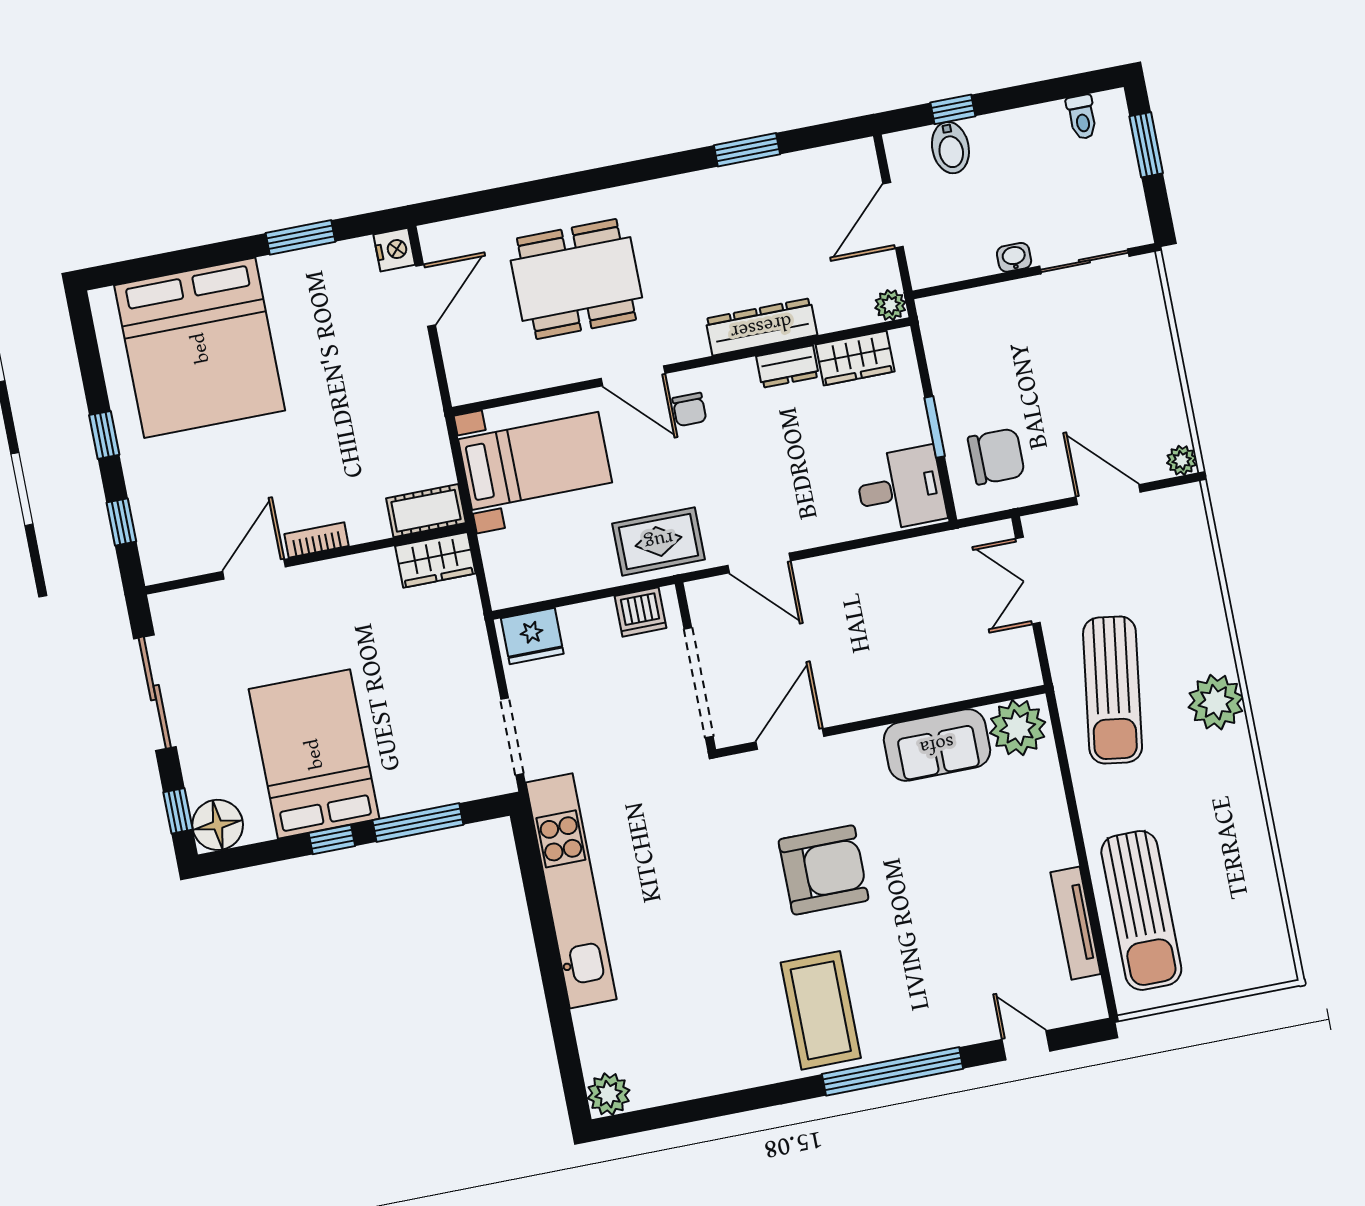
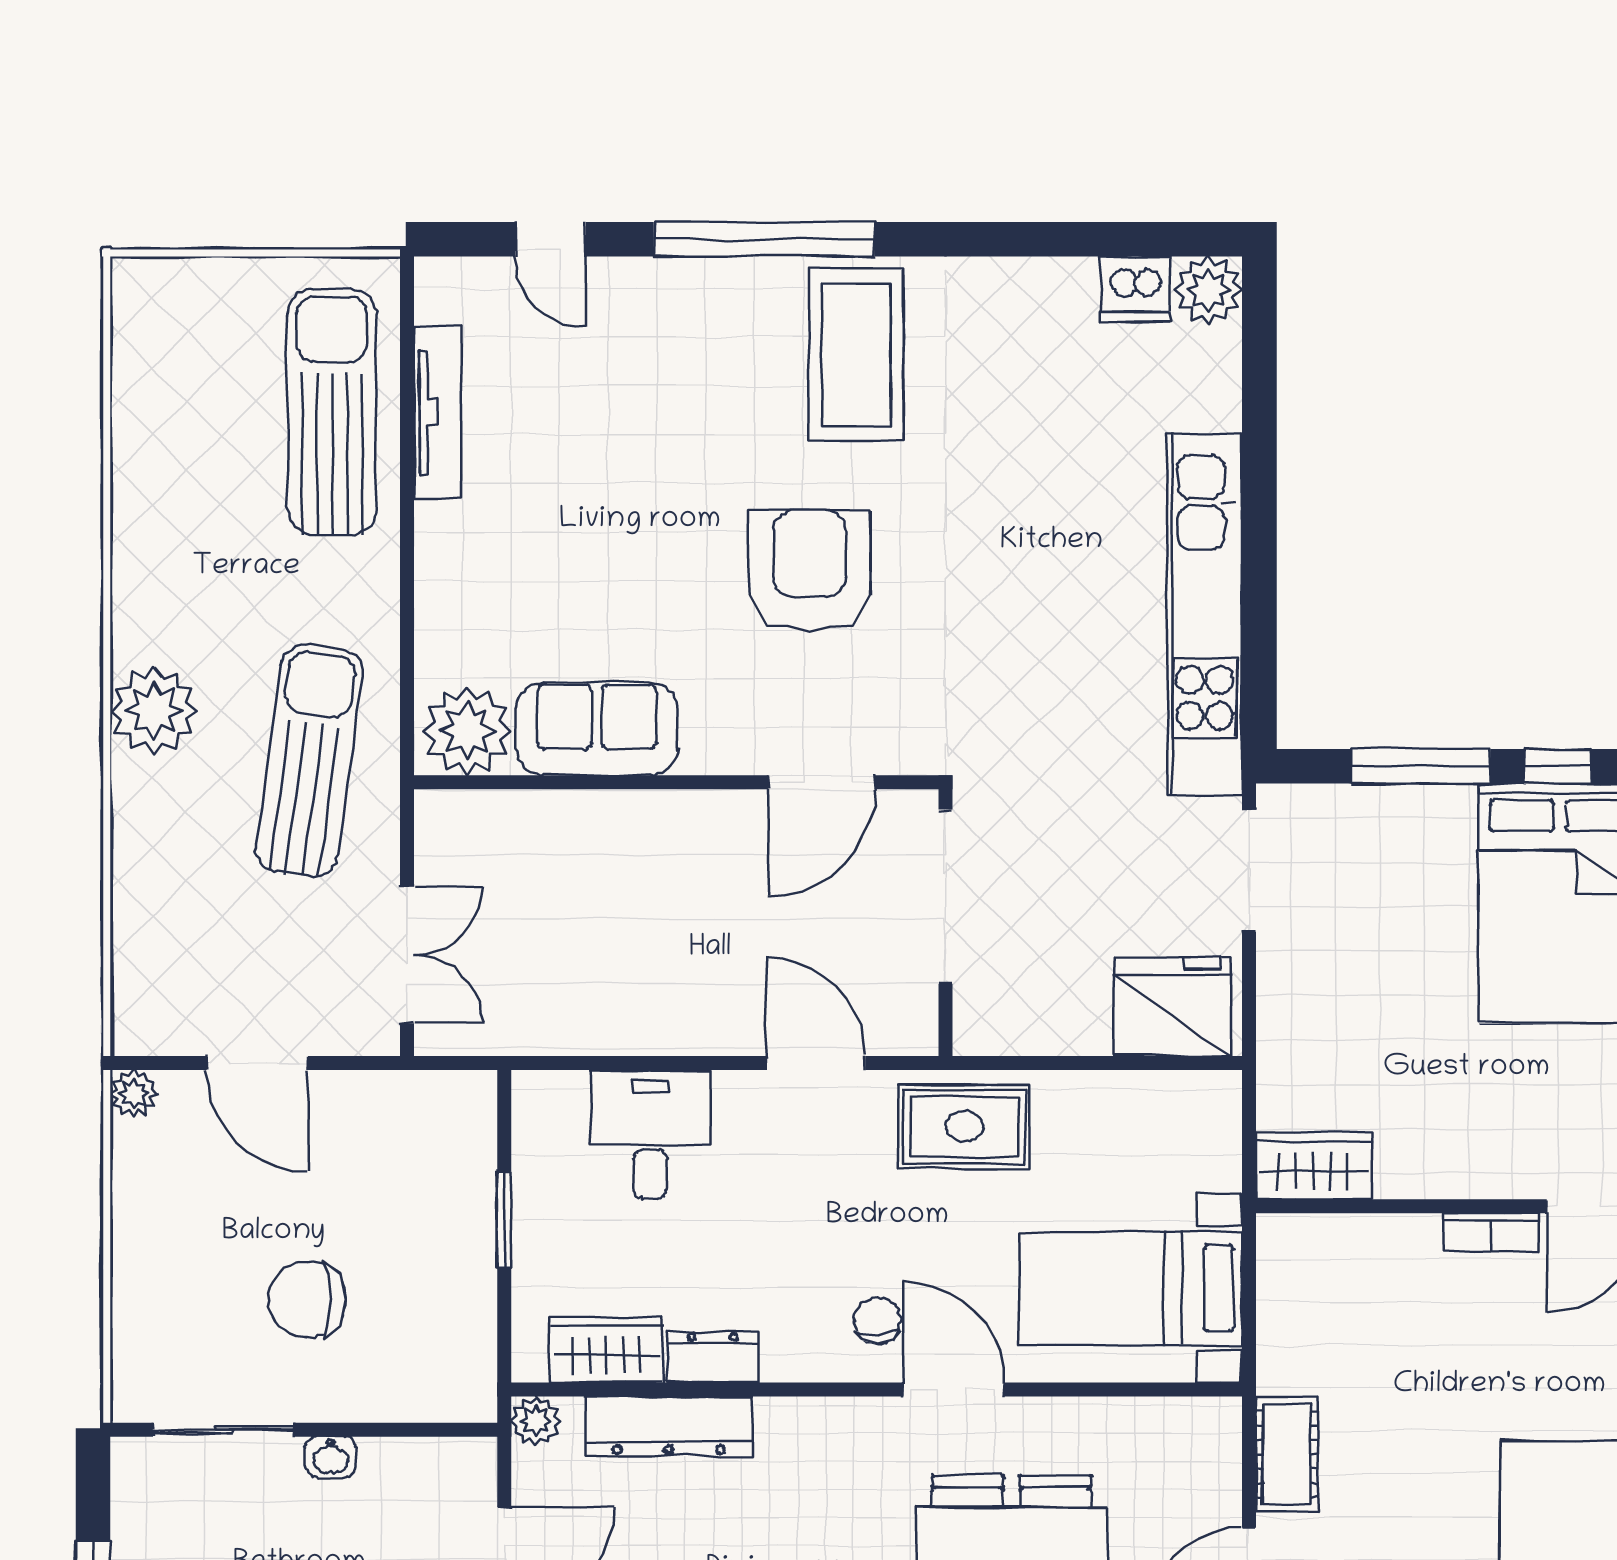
dresser: (761, 327) -> (669, 1426), moved
chair: (996, 456) -> (307, 1299), moved
desk: (901, 489) -> (650, 1134), moved, turned 90
cot: (426, 511) -> (1287, 1454), moved, turned 90
dishwasher: (640, 612) -> (1135, 289), moved, turned 180
fridge: (532, 636) -> (1172, 1007), width x1.36, depth x1.34
armchair: (824, 870) -> (809, 571), turned 90

